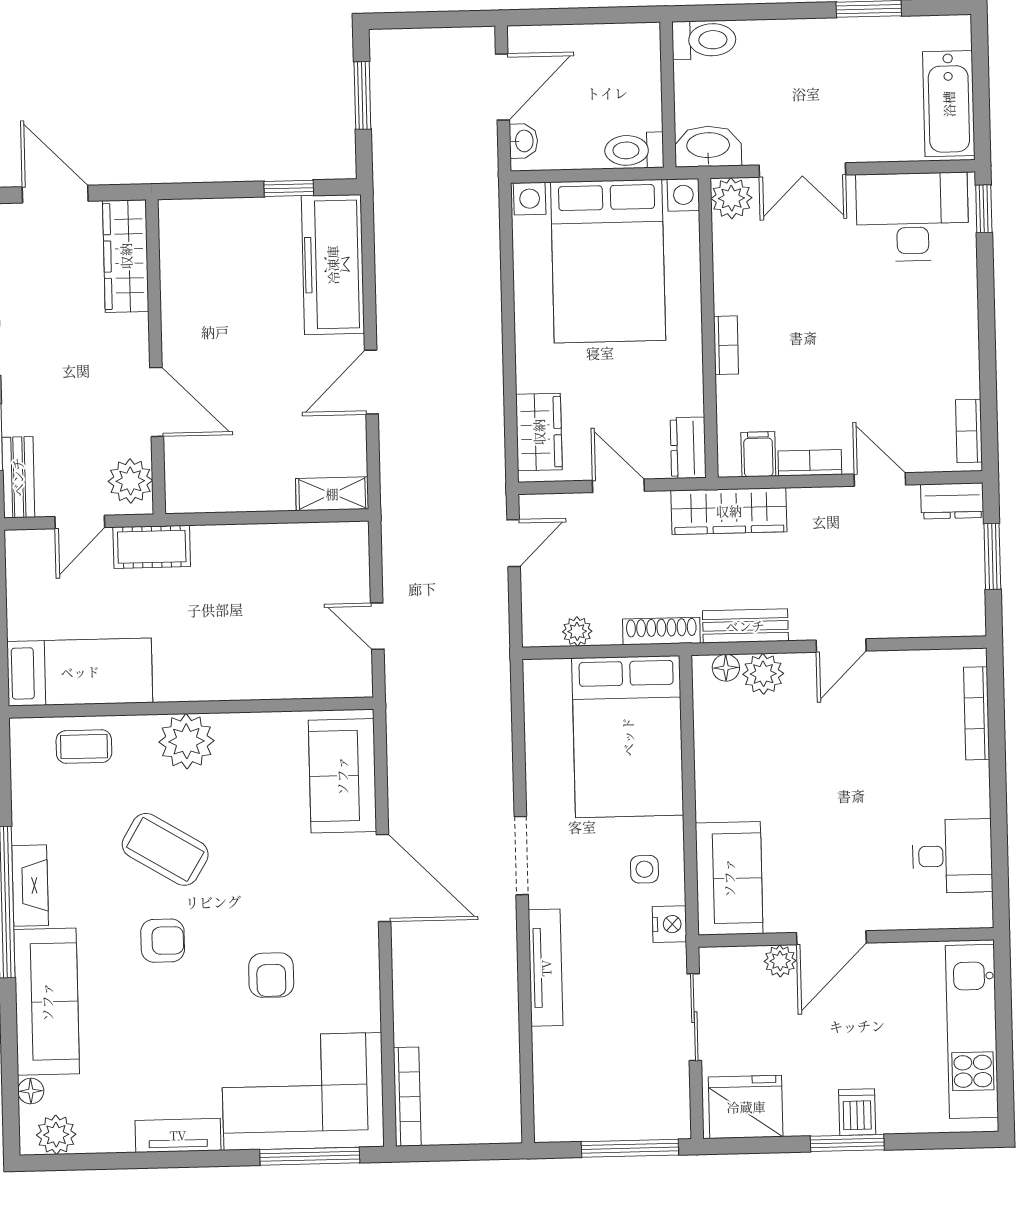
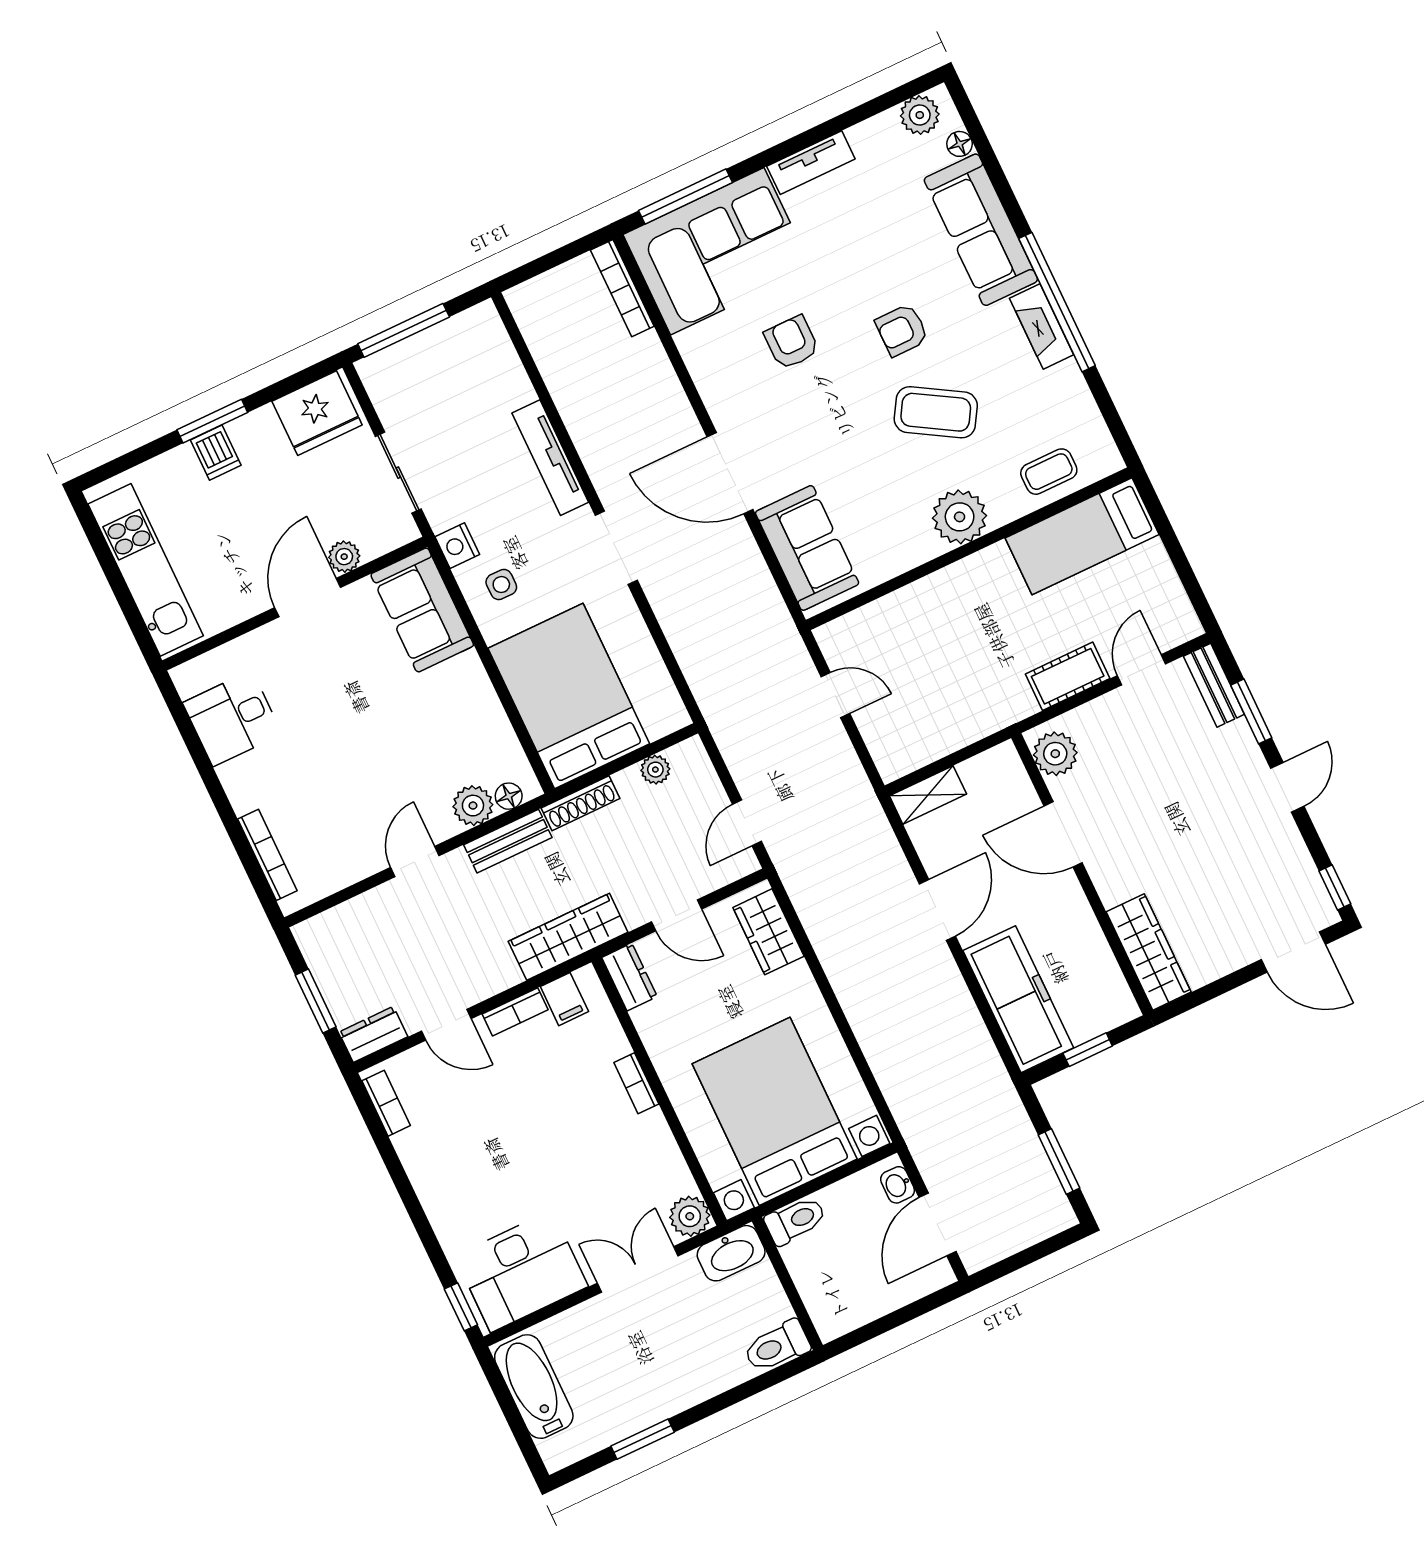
wardrobe: (126, 256) -> (1149, 952), moved
wall: (156, 357) -> (1082, 874), moved
door: (157, 402) -> (1063, 834), moved
plant: (130, 481) -> (1055, 754), moved

